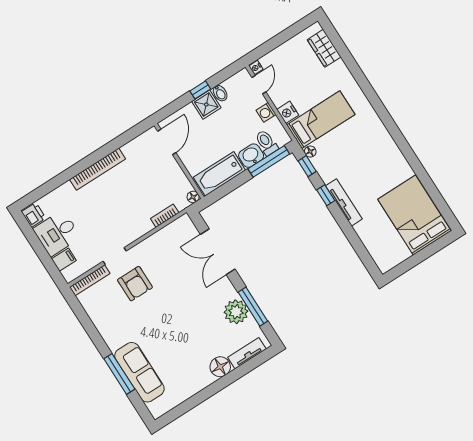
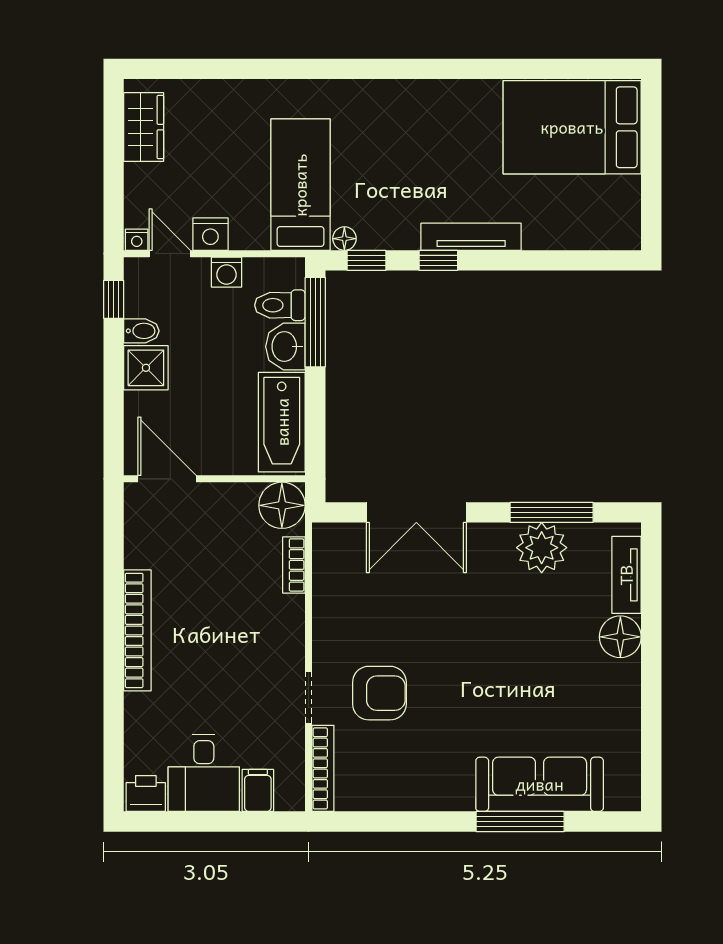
wardrobe: (324, 48) -> (144, 127), moved, turned -90
window: (200, 90) -> (114, 299), moved
nightstand: (288, 112) -> (210, 234), moved
floor lamp: (193, 197) -> (282, 505), width x1.89, depth x1.89

